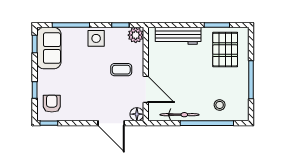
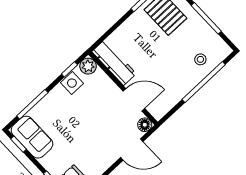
workbench: (178, 36) -> (114, 63), moved, turned -90
side table: (96, 38) -> (72, 83), moved
coffee table: (121, 70) -> (102, 102), removed
bicycle: (180, 115) -> (177, 95), removed

